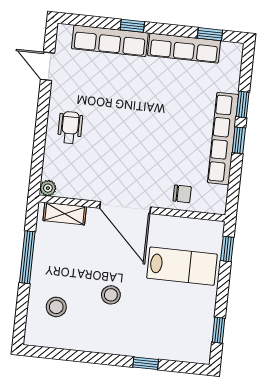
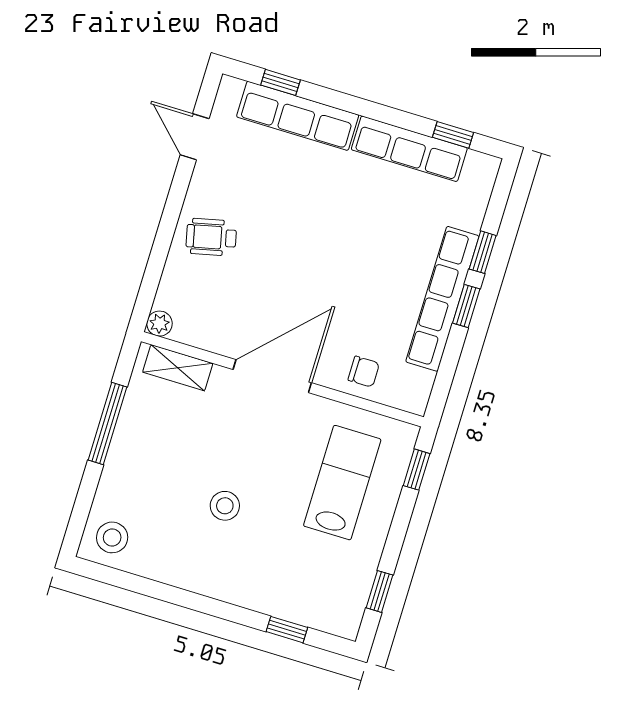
window: (132, 26) -> (280, 82), moved
wheelchair: (70, 127) -> (211, 237), turned -103
door: (125, 208) -> (272, 376), swing flipped
lab bench: (182, 266) -> (342, 483), turned -90
stool: (56, 307) -> (112, 537), moved
window: (146, 363) -> (287, 630), moved

